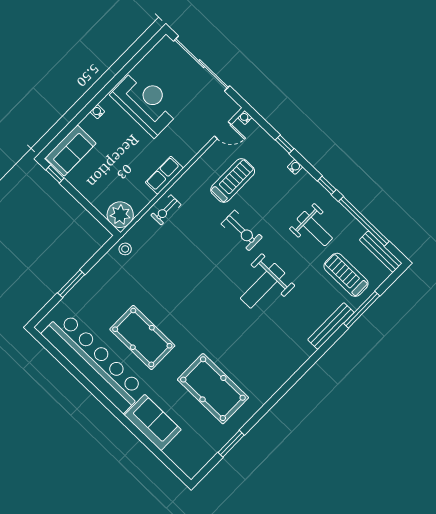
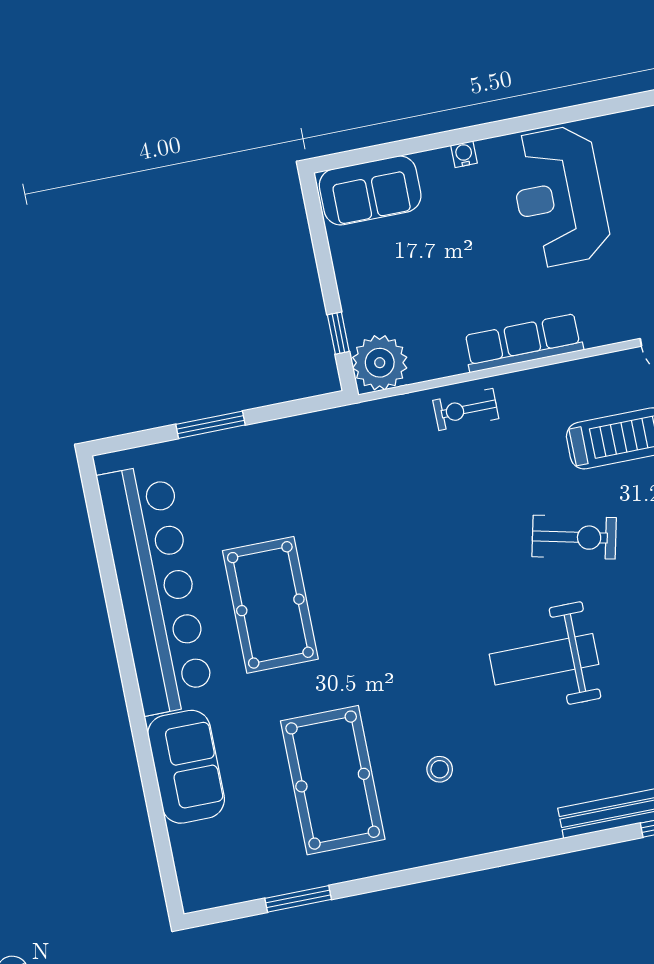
reception desk: (145, 103) -> (559, 196), turned 180
window: (55, 174) -> (338, 333), moved
row of seats: (164, 175) -> (523, 343), width x1.48
exercise bike: (242, 230) -> (574, 537), turned -77
stool: (125, 249) -> (440, 769), moved

